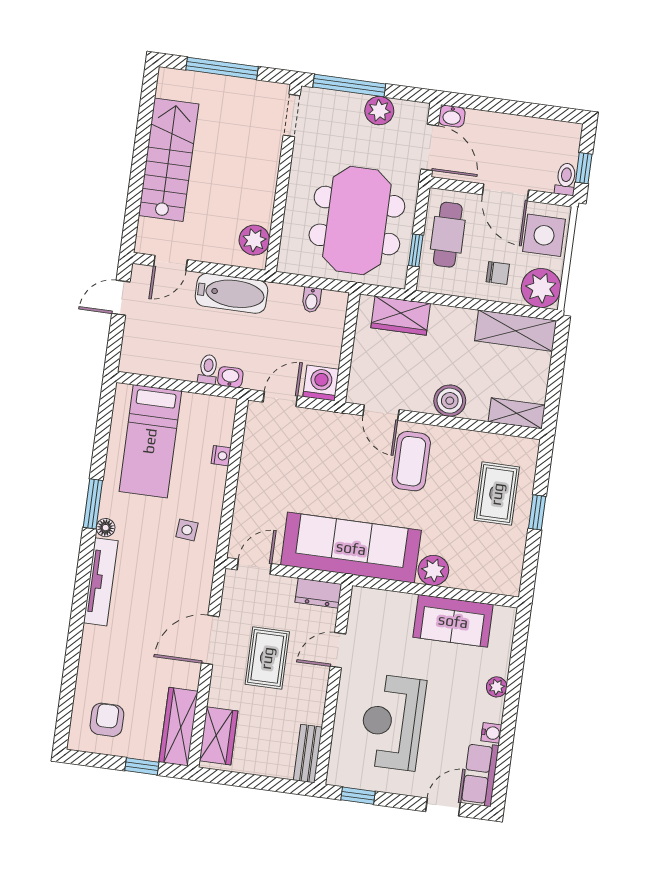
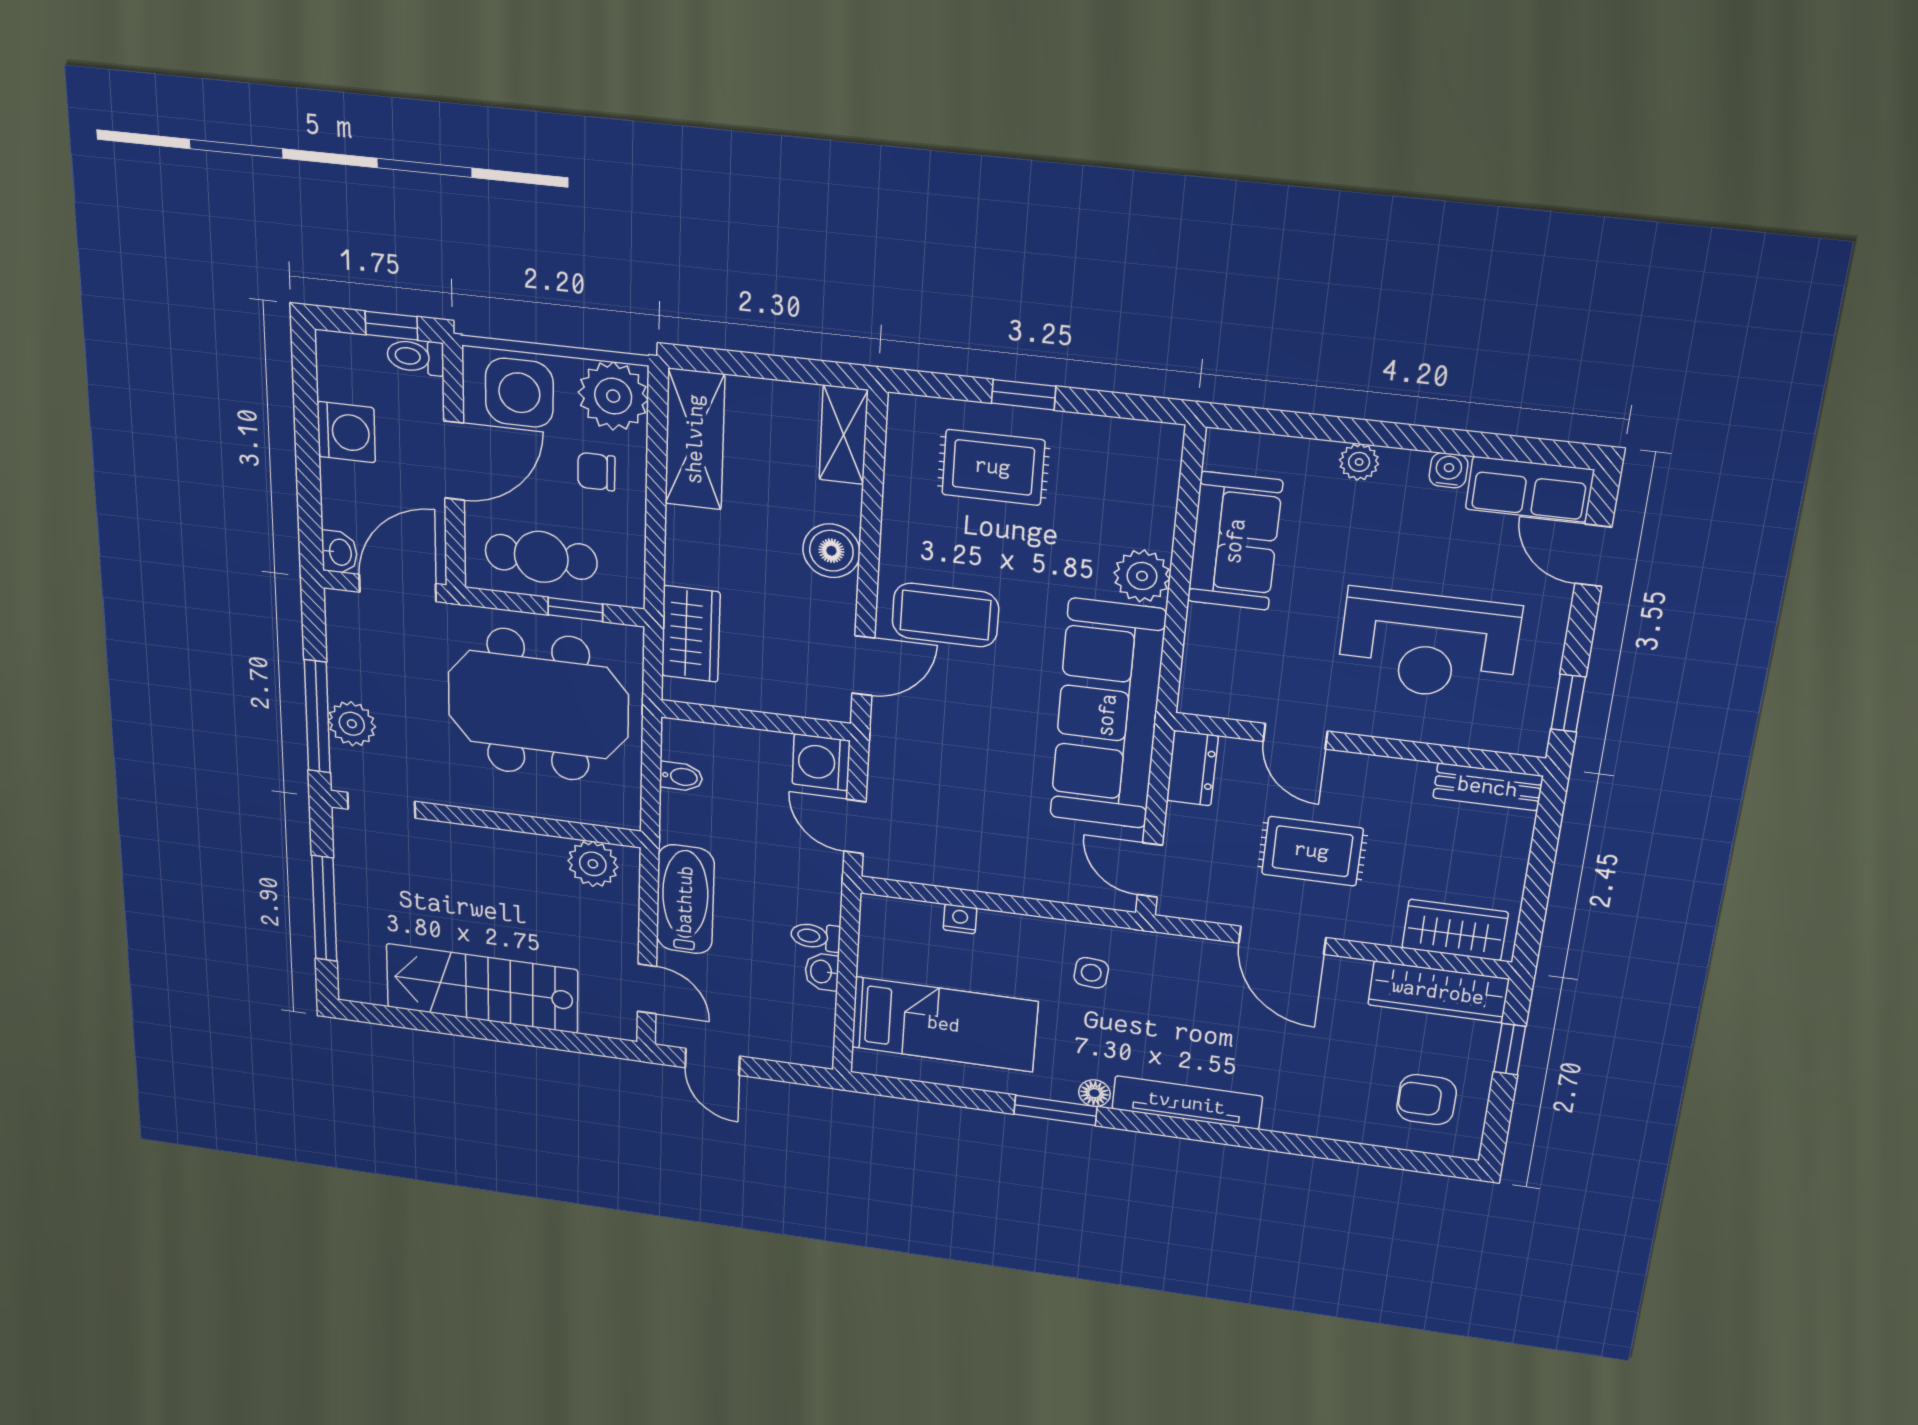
plant: (379, 111) -> (352, 724), moved
washing machine: (523, 132) -> (346, 432), added
chair: (498, 273) -> (596, 472), turned -90
washbasin: (230, 377) -> (822, 972), moved

